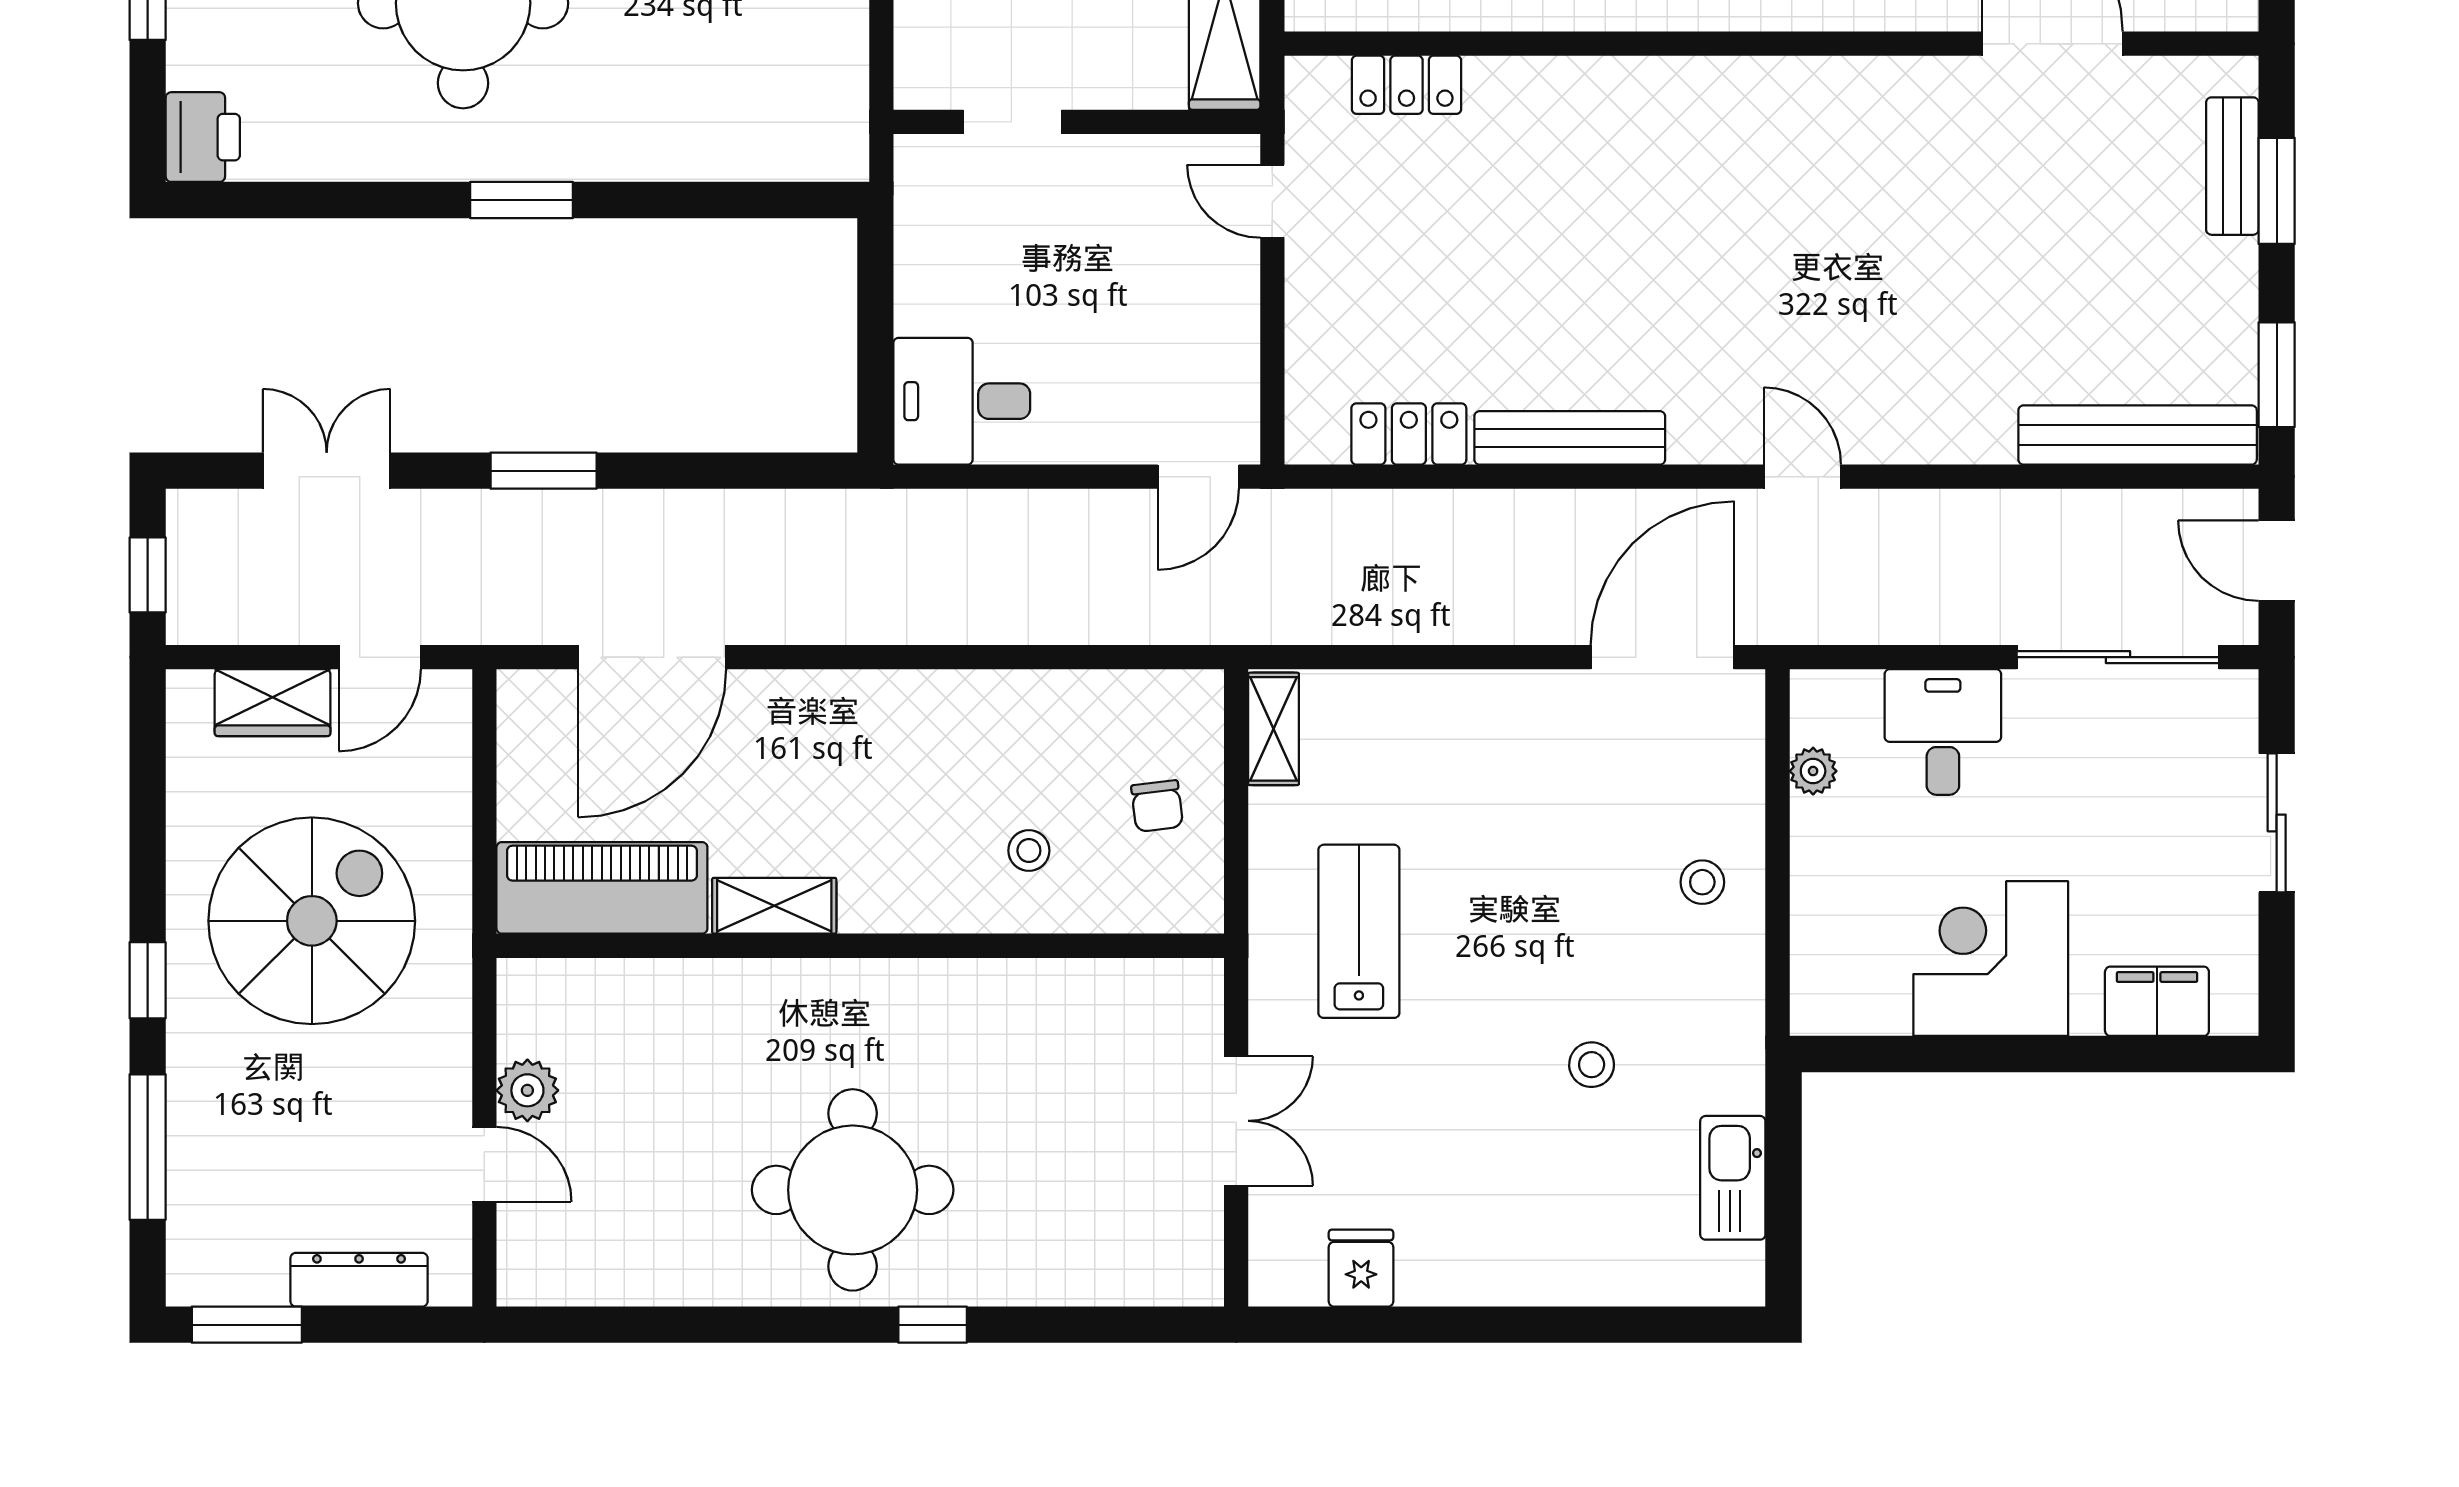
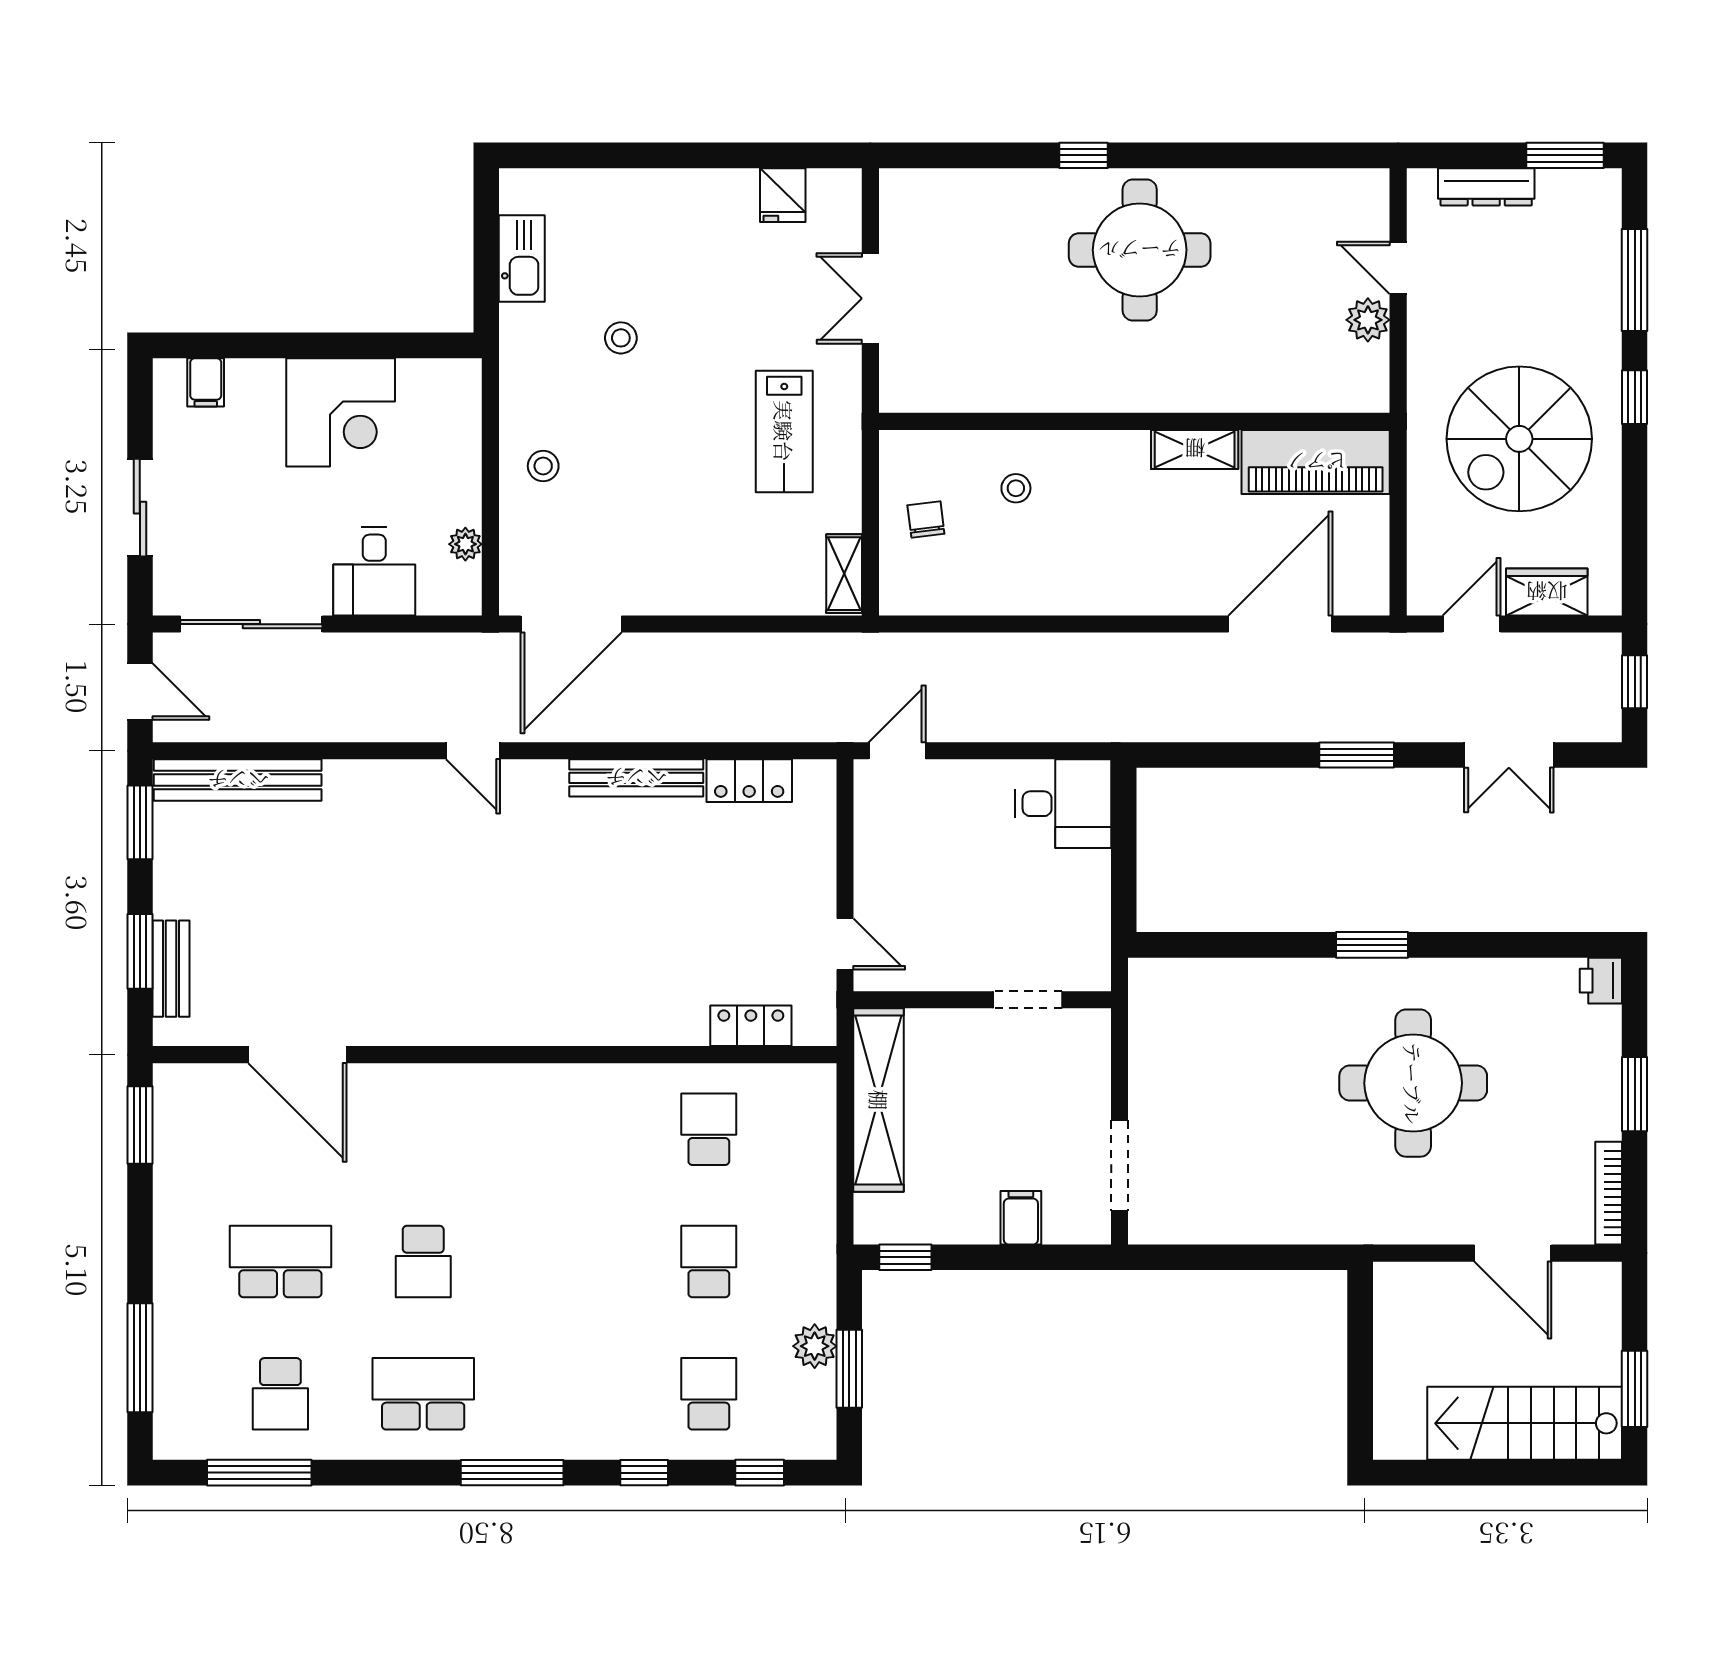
printer: (203, 137) -> (1601, 981), width x0.73, depth x0.81
filing cabinet: (2157, 1001) -> (206, 382), width x0.50

